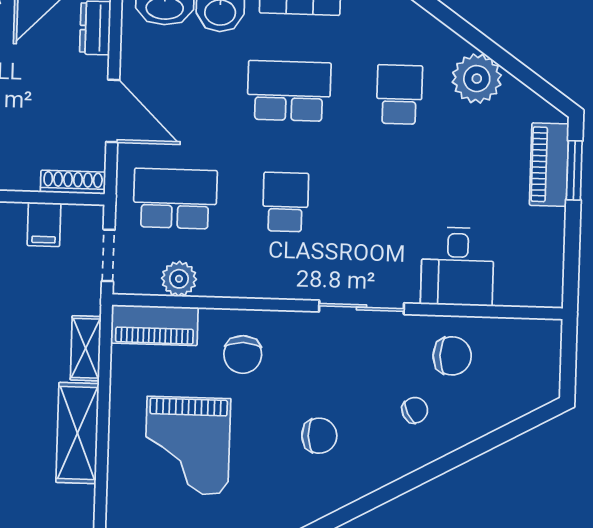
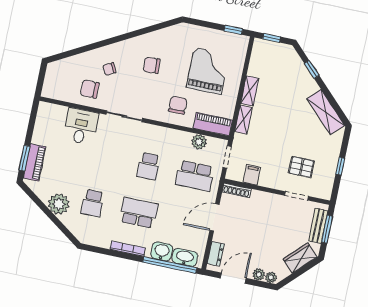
school desk: (289, 91) -> (139, 213), turned 180
door: (113, 111) -> (214, 217), hinge flipped
shelving: (77, 433) -> (250, 91), width x0.67, depth x0.75

